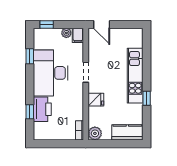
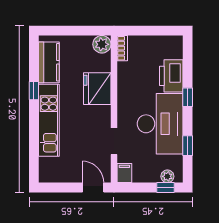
plant: (66, 33) -> (167, 176), moved
doorway: (86, 72) -> (114, 141), moved
fridge: (96, 100) -> (97, 89), width x1.88, depth x1.34
window: (30, 112) -> (188, 97), moved
kitchen counter: (127, 132) -> (49, 62), moved, turned -90

